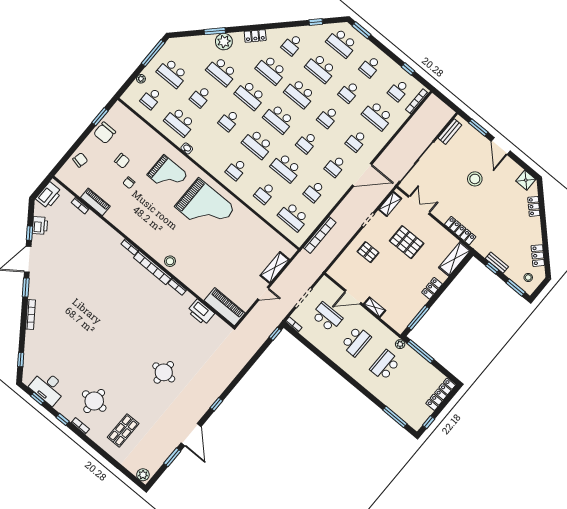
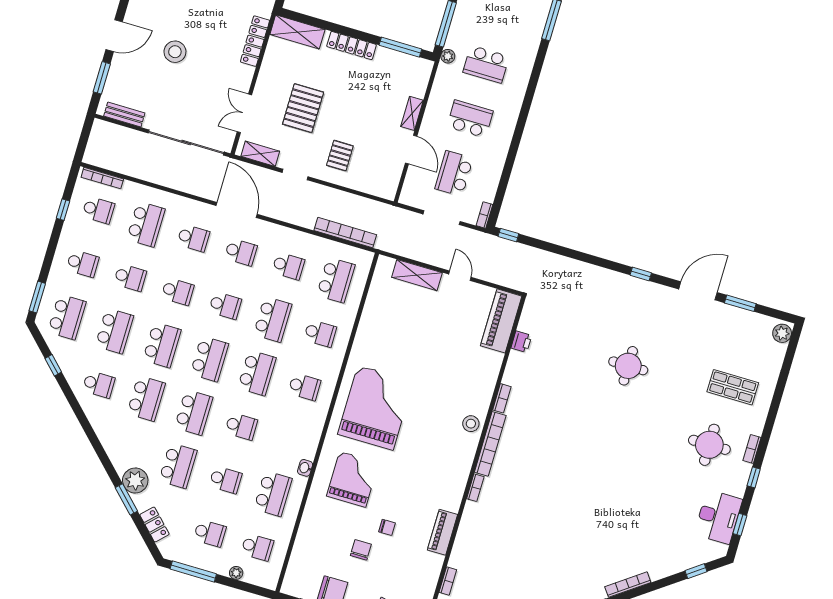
locker: (255, 36) -> (154, 524), moved
school desk: (172, 73) -> (210, 533), width x0.54
piano: (95, 202) -> (442, 532), moved
locker: (432, 288) -> (352, 46), width x1.53
printer: (201, 312) -> (521, 342), width x0.53, depth x0.68

